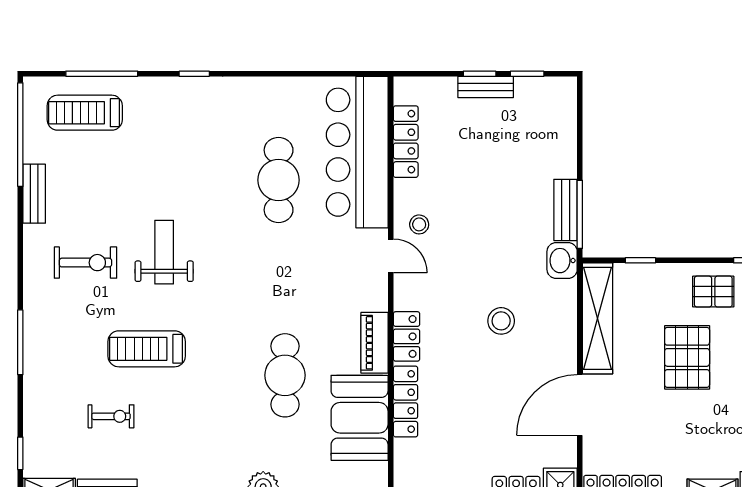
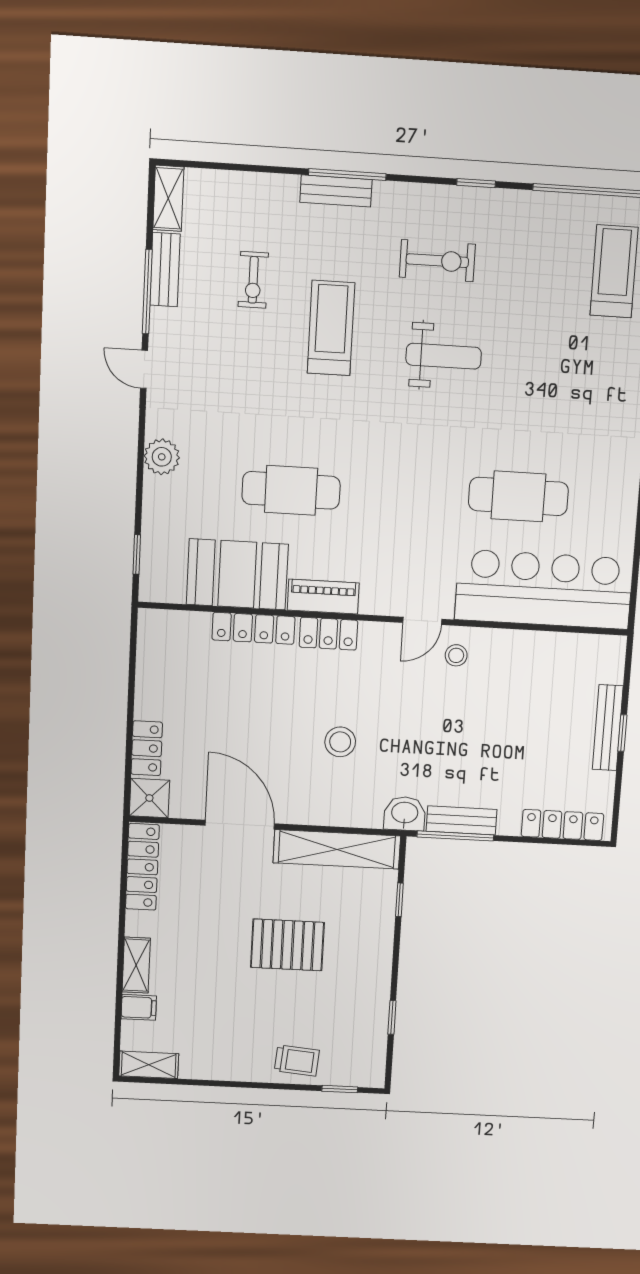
window: (527, 74) -> (618, 786), removed
bench: (486, 87) -> (608, 728), width x1.36
locker: (406, 142) -> (562, 825), moved, turned 180
bench: (34, 194) -> (336, 191), moved
exercise bike: (85, 263) -> (437, 261), turned -90
pallet: (713, 292) -> (359, 977), removed
window: (20, 453) -> (476, 183), moved

